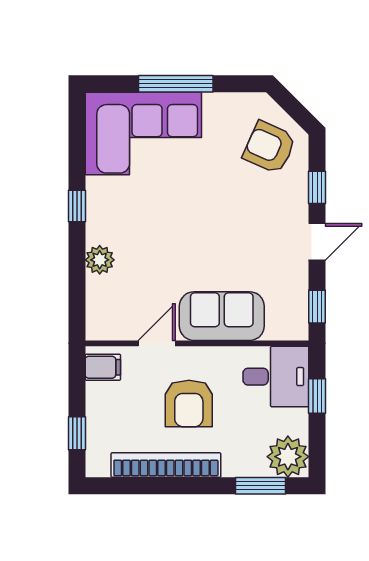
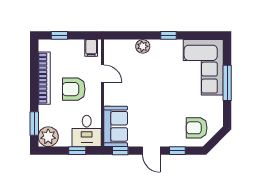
armchair: (270, 147) -> (197, 128), turned -114
sofa: (222, 316) -> (116, 126), moved

